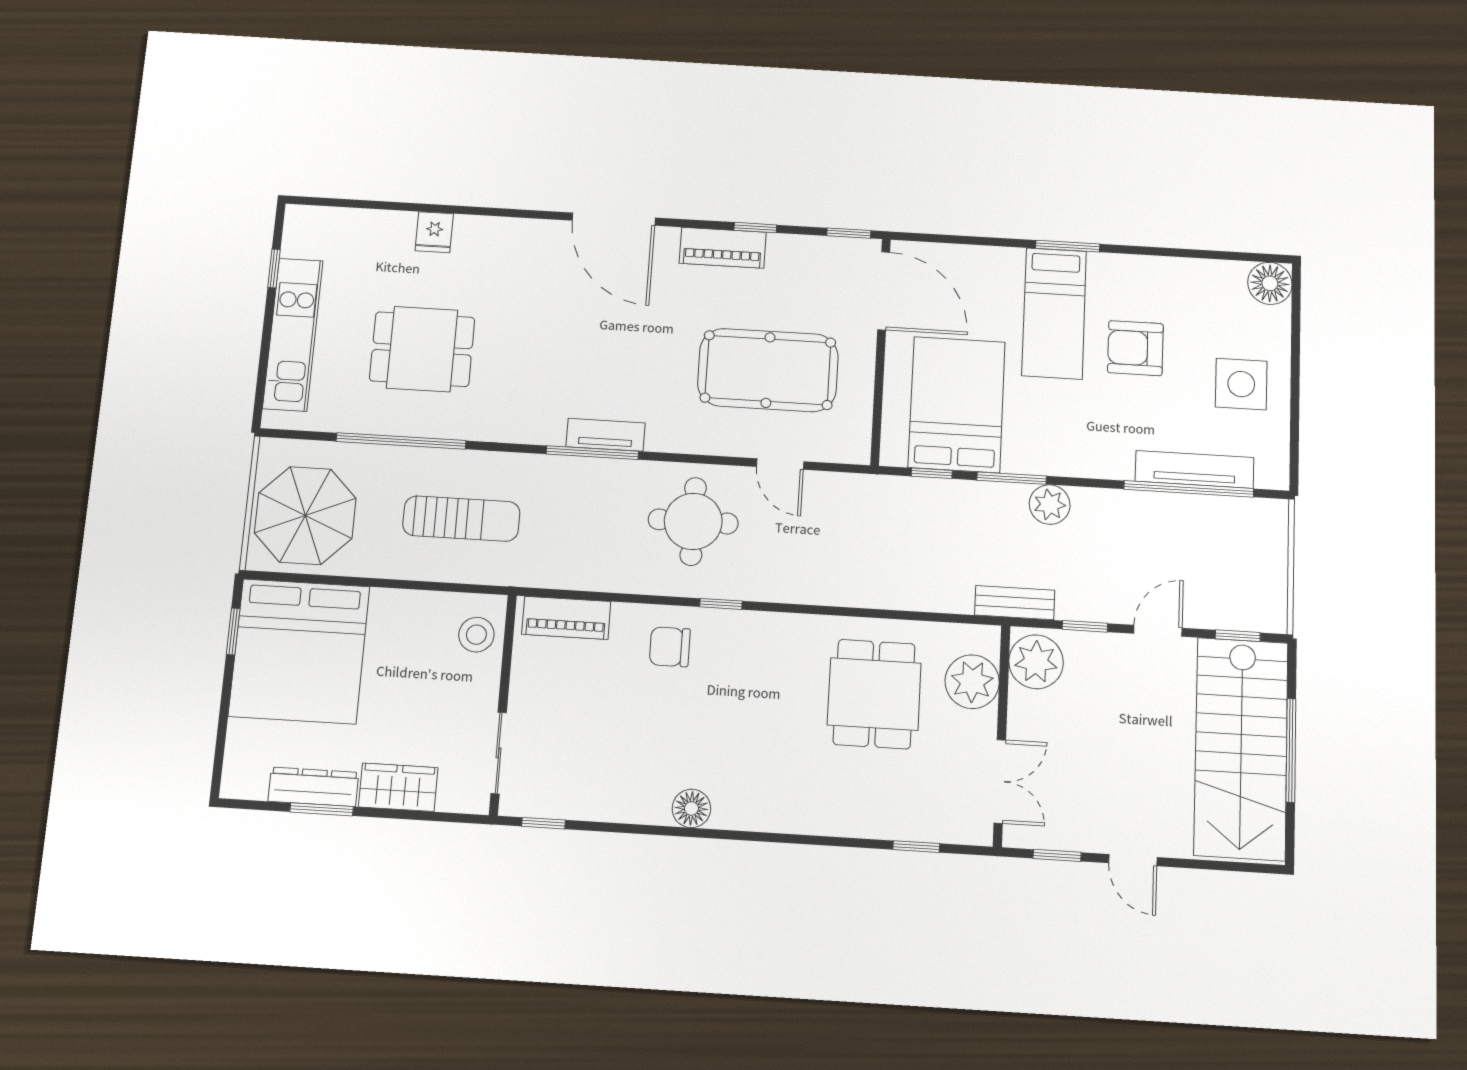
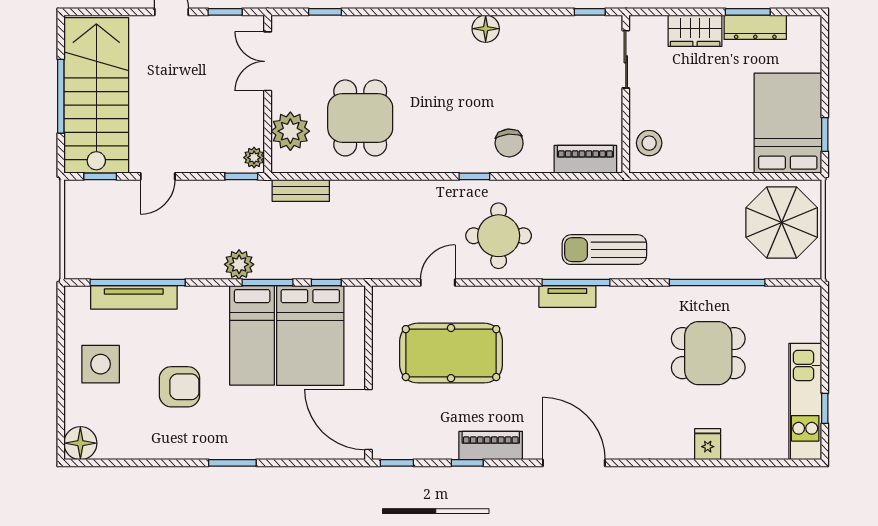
bed: (1054, 313) -> (252, 335), moved, turned 180
kitchen unit: (293, 334) -> (805, 402), moved
door: (780, 464) -> (438, 282), hinge flipped
sun lounger: (461, 519) -> (604, 250), moved
bench: (1015, 603) -> (301, 190), moved
window: (1085, 626) -> (241, 176), moved
chair: (670, 647) -> (509, 143), turned 85
bed: (299, 651) -> (788, 123), width x0.73
plant: (1036, 662) -> (254, 158), width x0.53, depth x0.53

